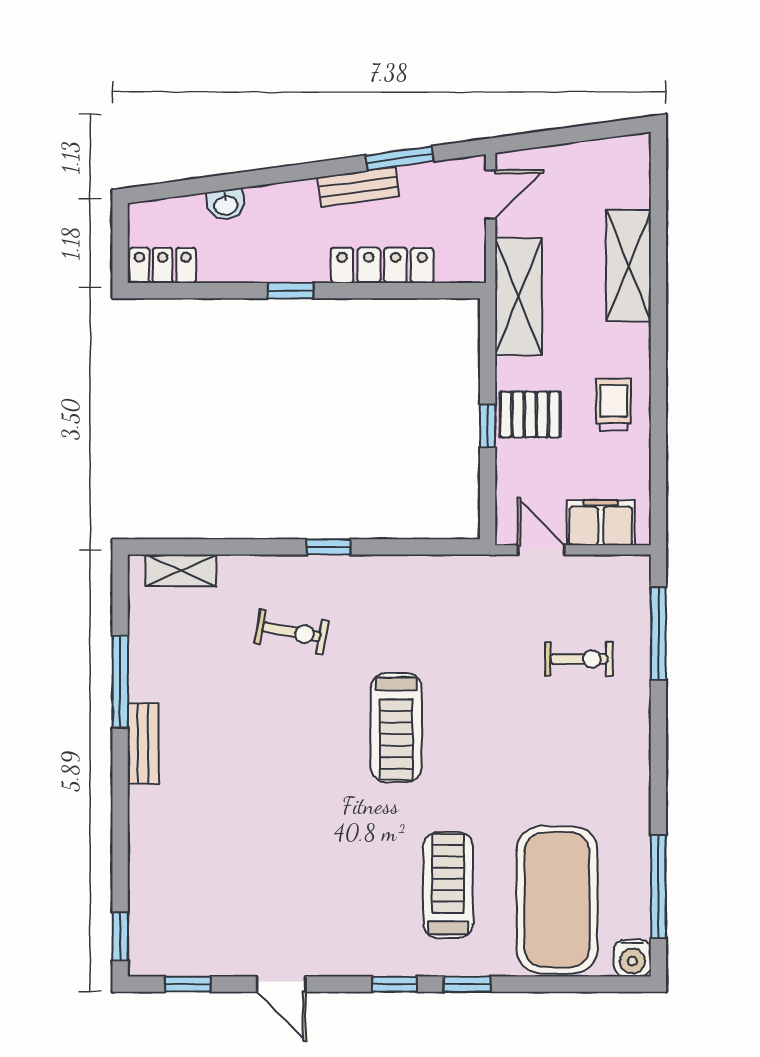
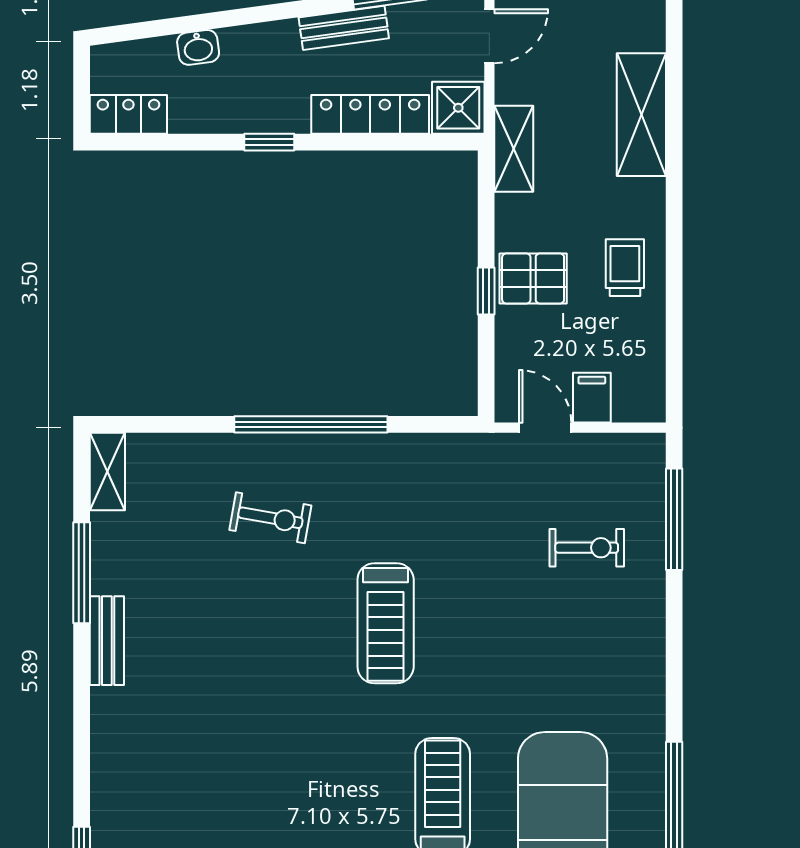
shower: (462, 259) -> (458, 108), added
shelving: (518, 297) -> (514, 149), width x0.67, depth x0.75
filing cabinet: (601, 523) -> (592, 398), width x0.50
window: (328, 547) -> (311, 424), width x3.17
shelving: (181, 570) -> (107, 472), moved, turned 90

